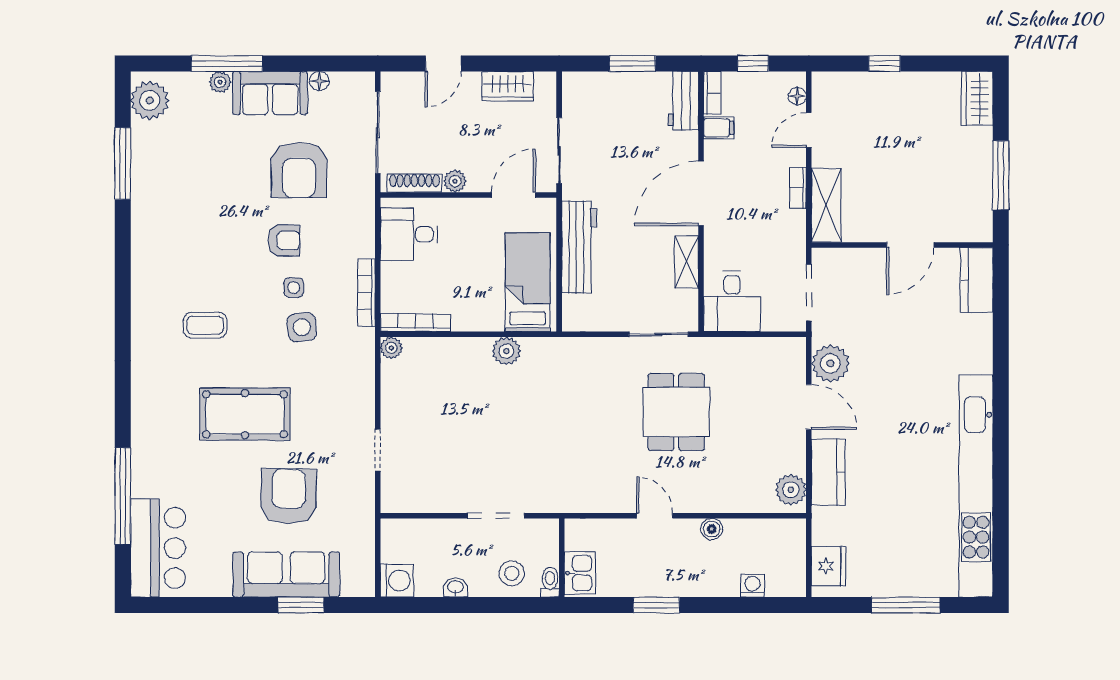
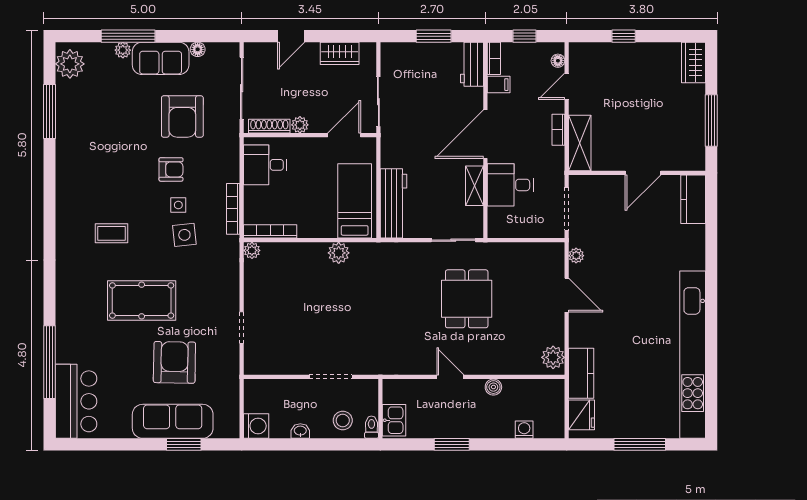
workbench: (579, 247) -> (393, 203), moved
desk: (732, 301) -> (510, 185), moved, turned 90
plant: (830, 363) -> (576, 256), width x0.53, depth x0.53
kitchen counter: (828, 472) -> (581, 373), moved

